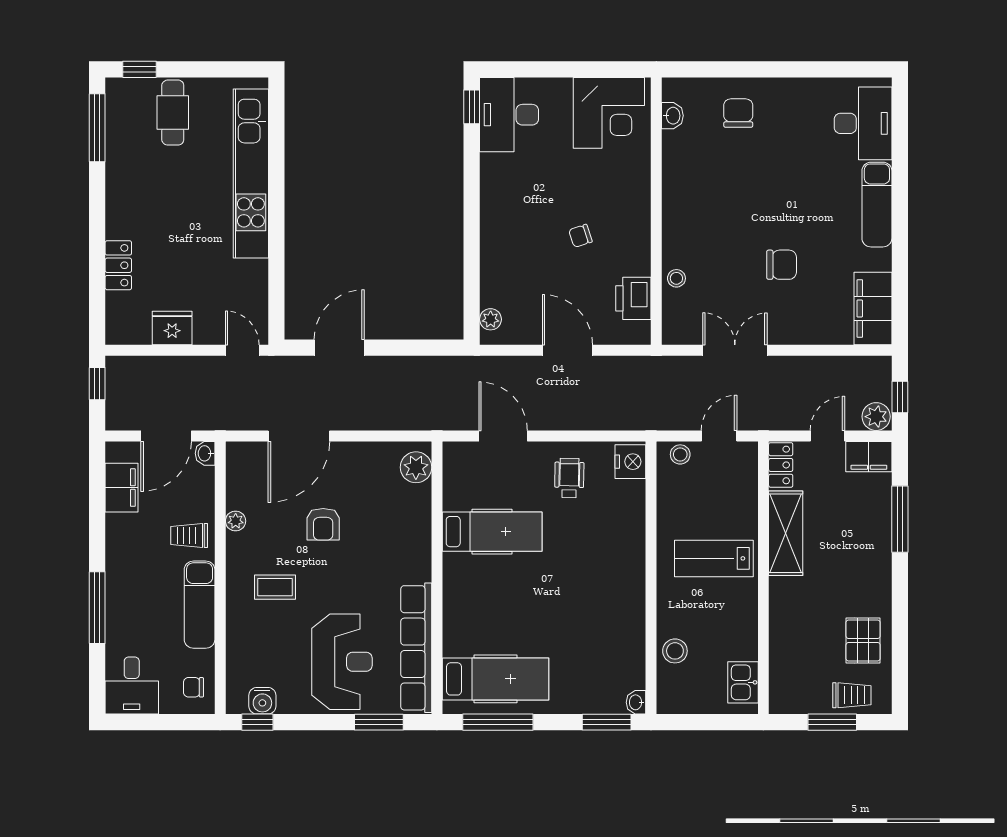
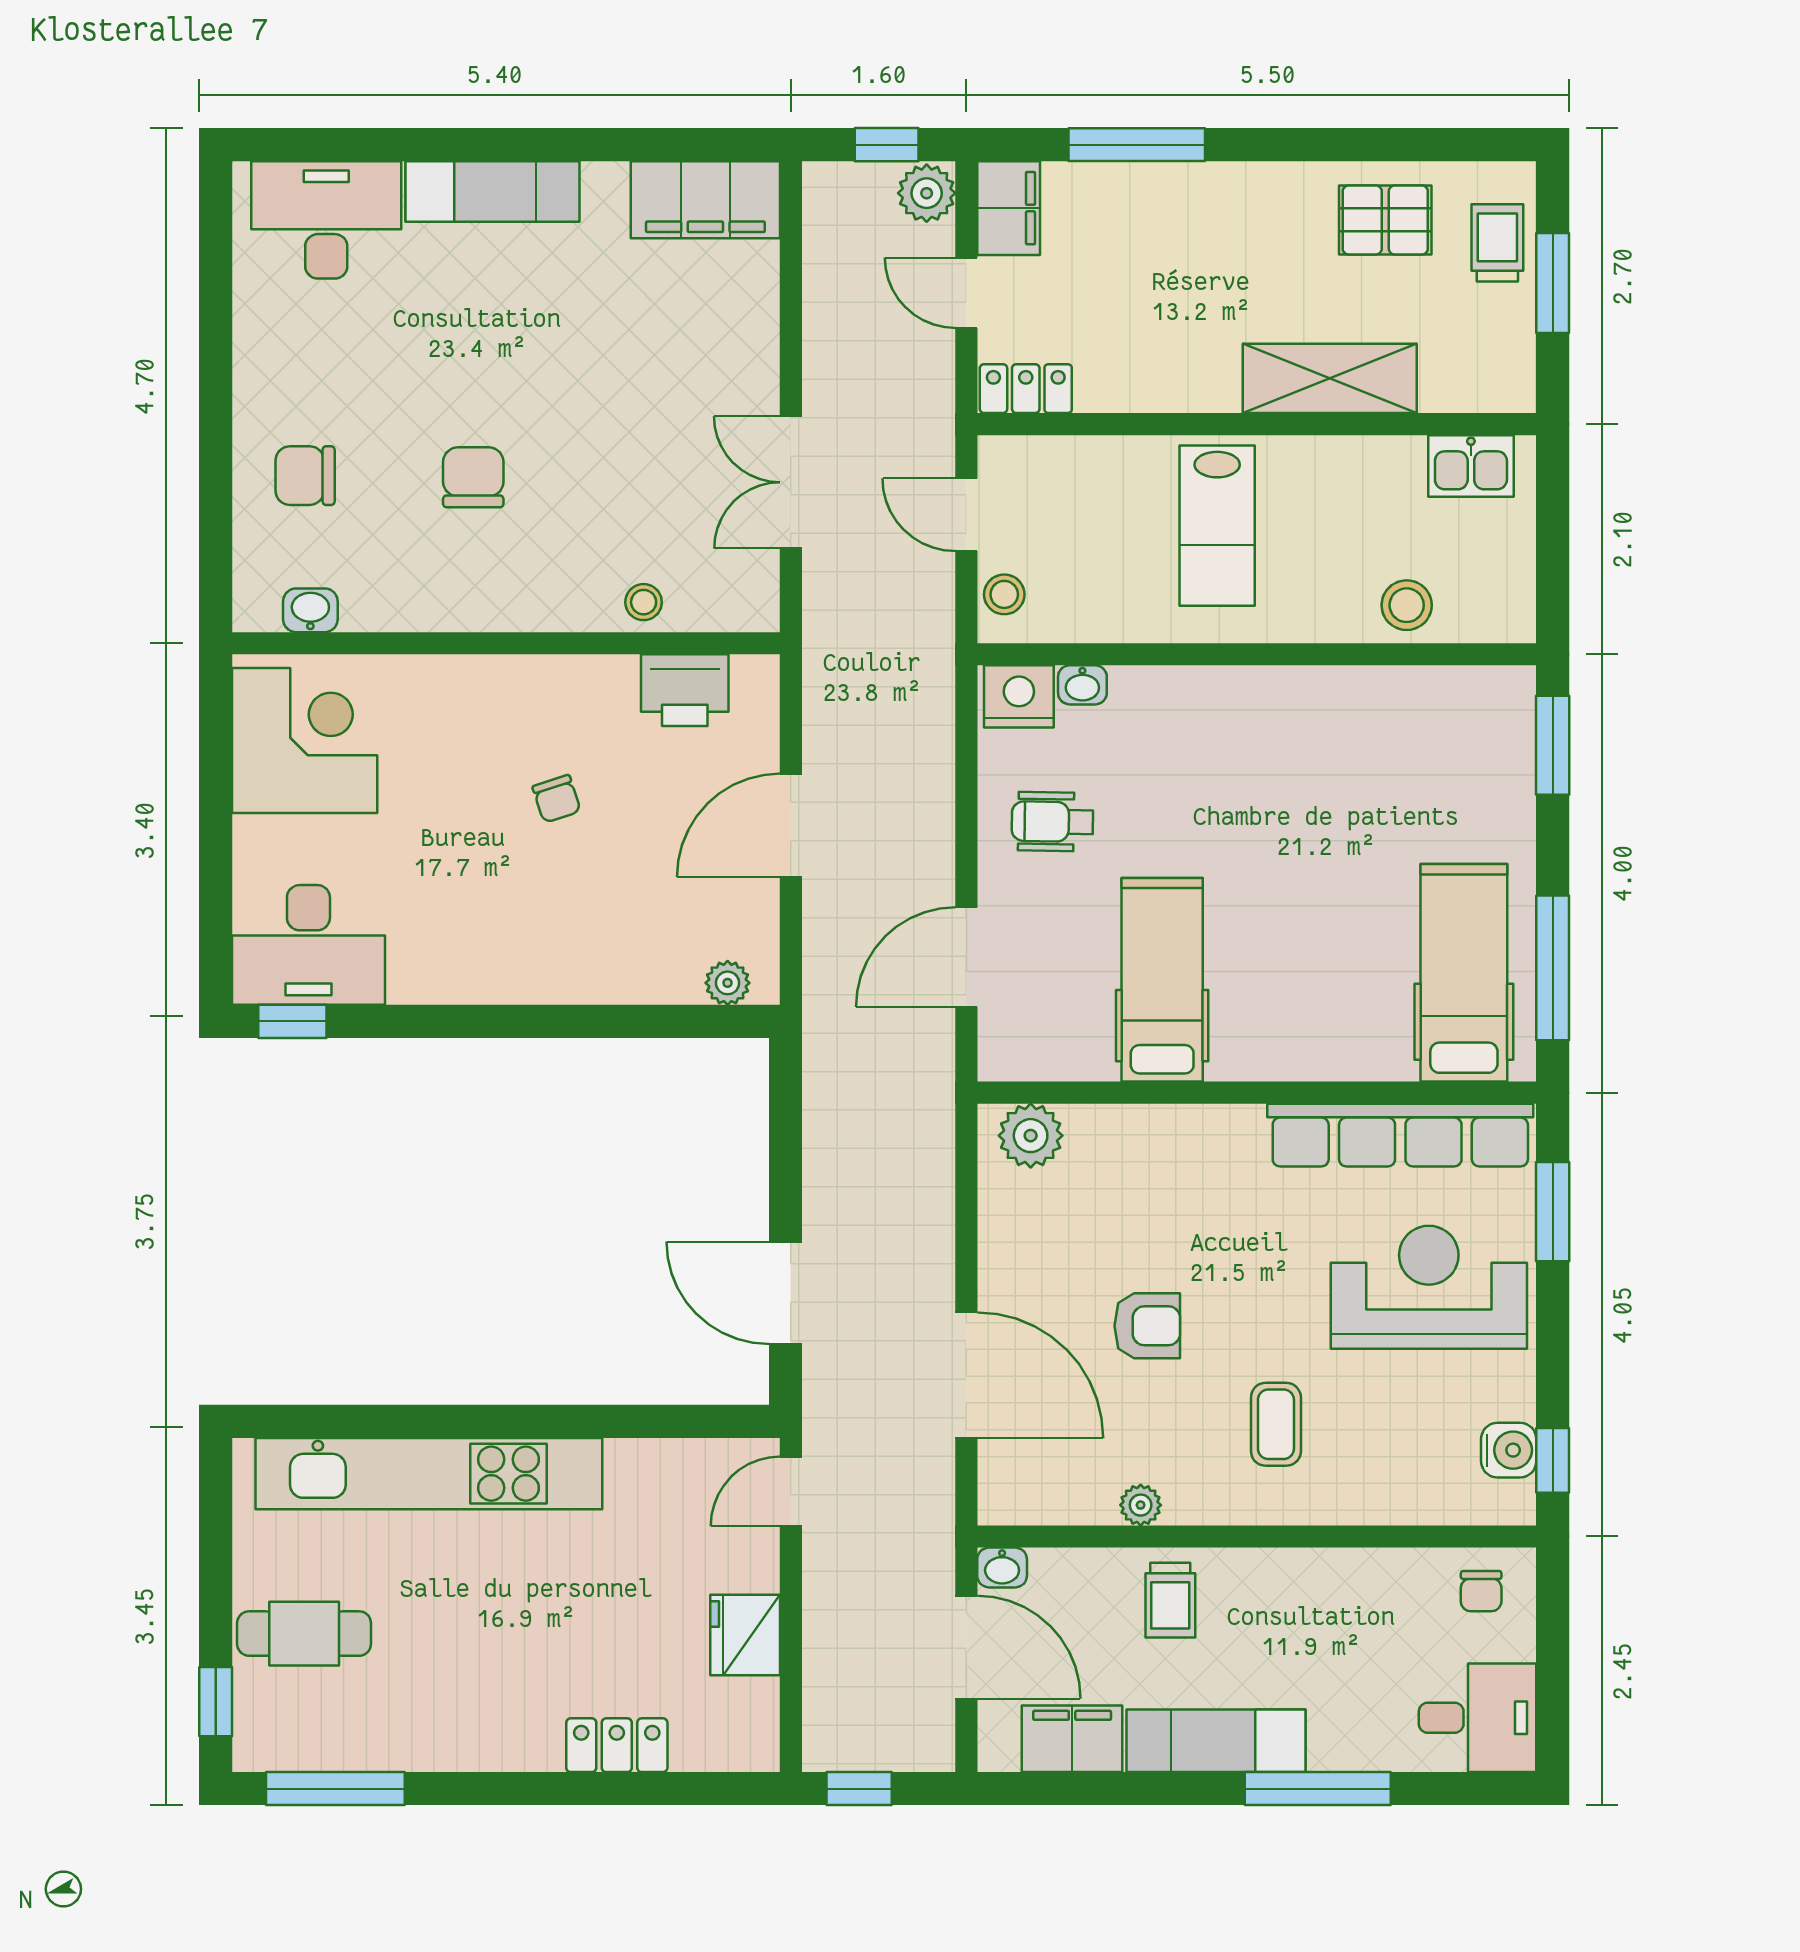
chair: (782, 265) -> (473, 477), moved
shelving: (786, 533) -> (1330, 378), moved
exam couch: (200, 605) -> (1216, 1741), moved, turned 180
washbasin: (636, 702) -> (1082, 685), moved

